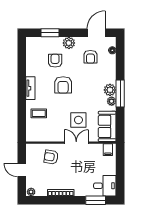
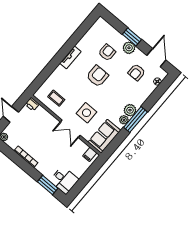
window: (50, 33) -> (132, 37), moved
door: (96, 33) -> (156, 58), hinge flipped
armchair: (63, 85) -> (97, 76), turned 180
coffee table: (39, 113) -> (56, 98), moved
double door: (76, 143) -> (70, 129), swing flipped
printer: (31, 149) -> (32, 104), added
armchair: (51, 157) -> (42, 123), removed

